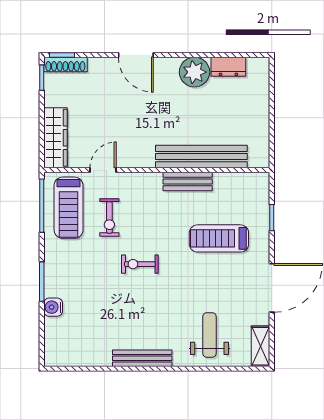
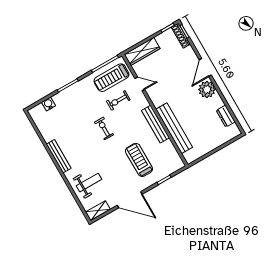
plant: (195, 72) -> (207, 90), moved
bench: (188, 181) -> (156, 124), width x1.36
water cooler: (53, 307) -> (49, 104), moved

